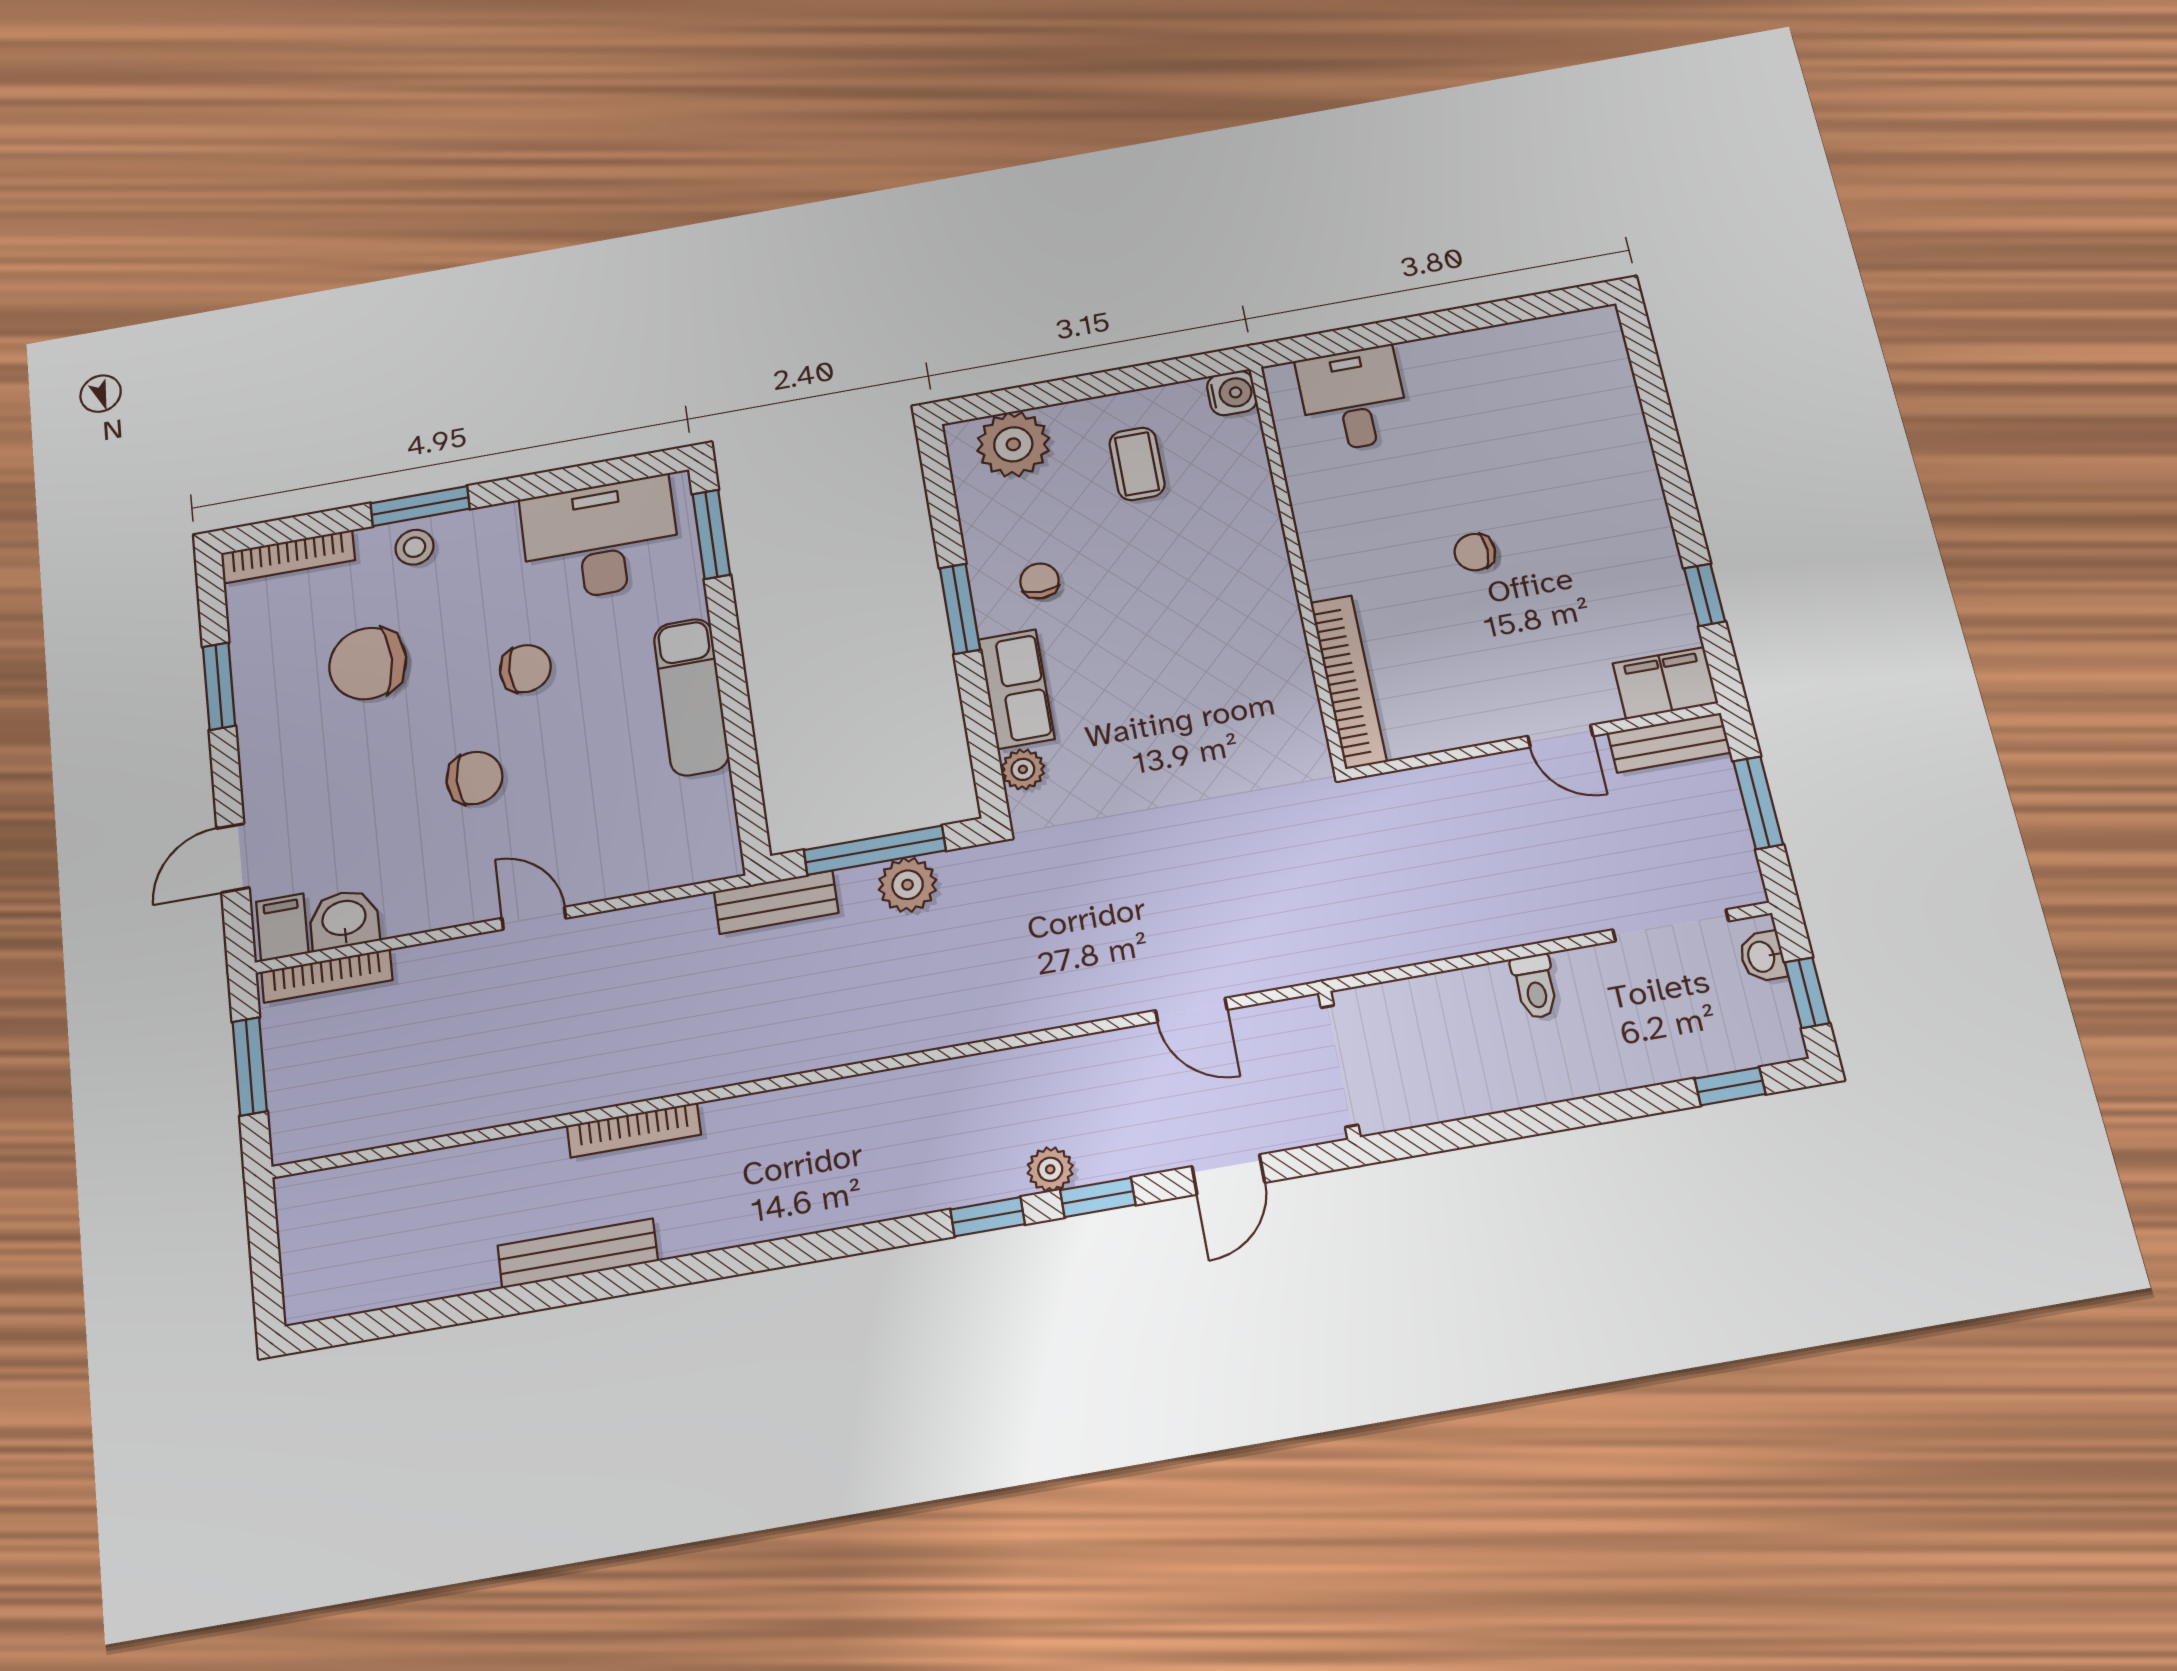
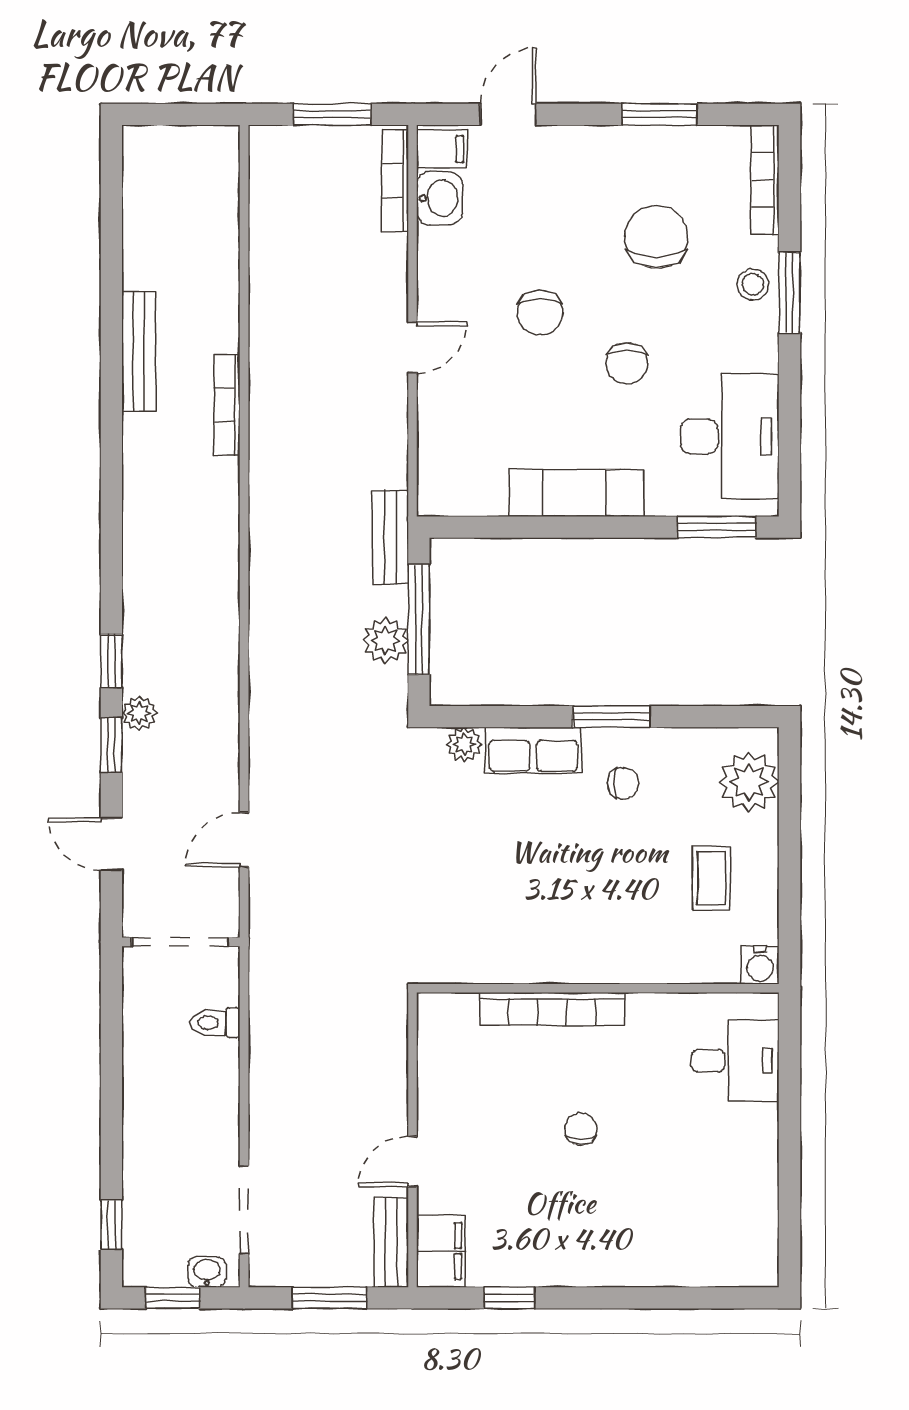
coffee table: (1137, 464) -> (711, 878), turned 90
bookcase: (1348, 682) -> (552, 1009), moved
door: (233, 858) -> (508, 114), hinge flipped
toilet: (1535, 986) -> (215, 1023), moved

